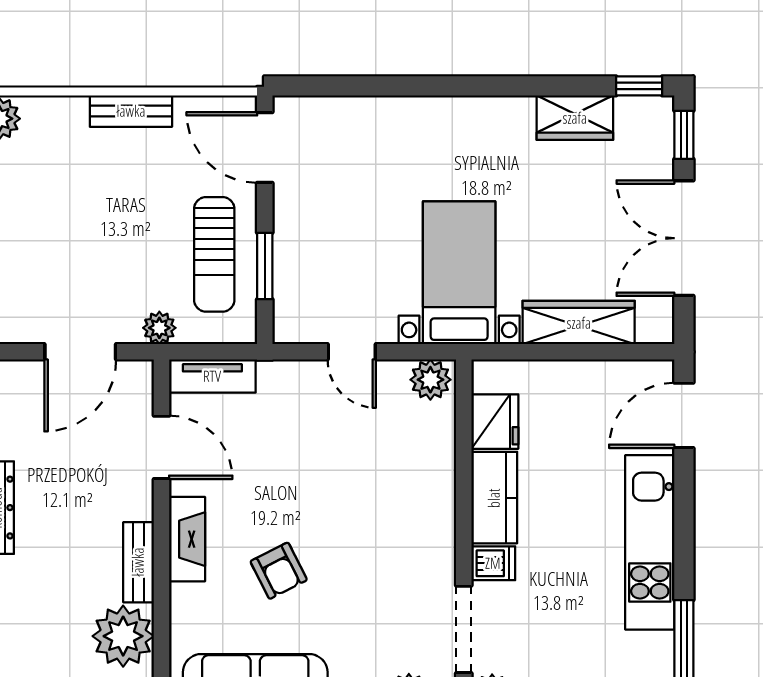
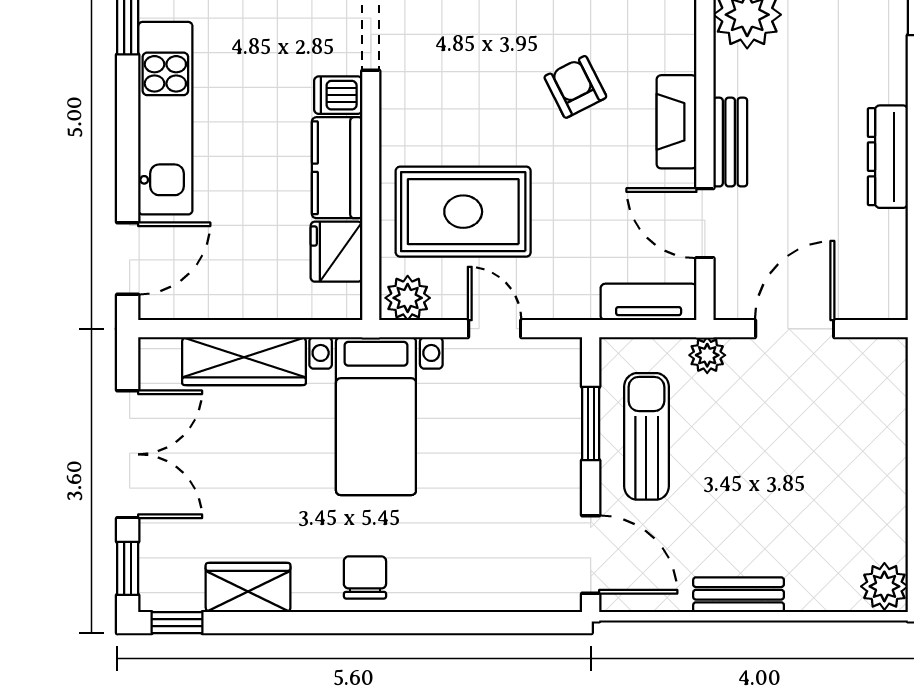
chair: (469, 127) -> (365, 577), added
rug: (380, 458) -> (463, 212), added
bench: (138, 562) -> (730, 142), moved

